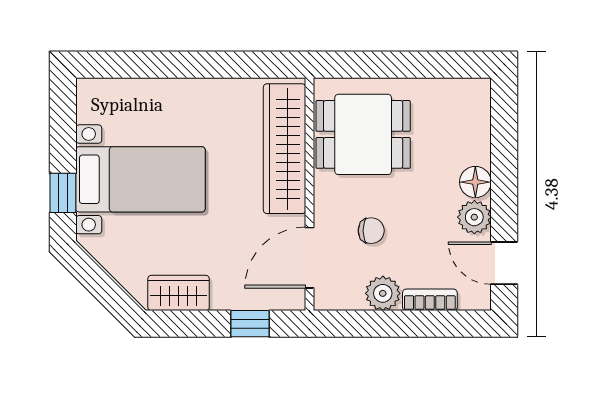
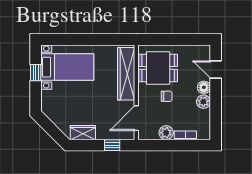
bed with nightstands: (140, 179) -> (67, 67), moved
window: (63, 193) -> (36, 73), moved
chair: (371, 231) -> (167, 96), moved
door: (504, 263) -> (216, 70), moved

